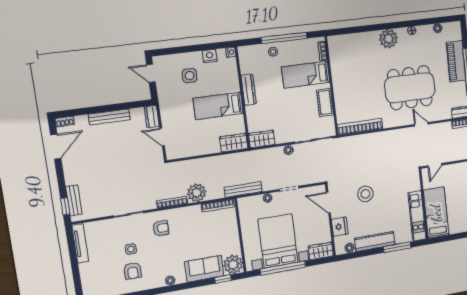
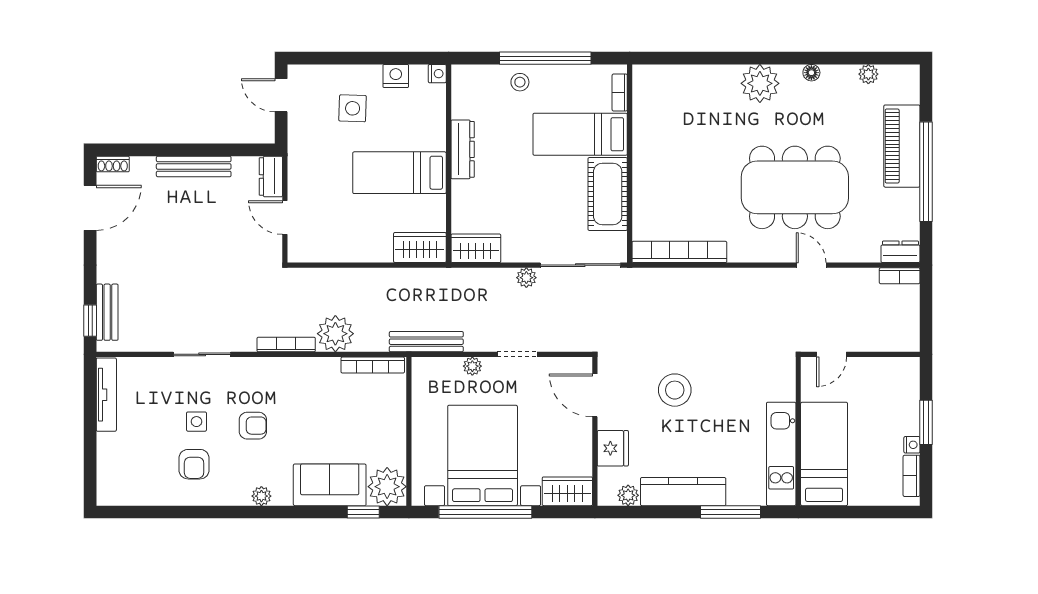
cot: (325, 103) -> (608, 194), width x1.37, depth x1.34
armchair: (161, 228) -> (253, 426), moved

